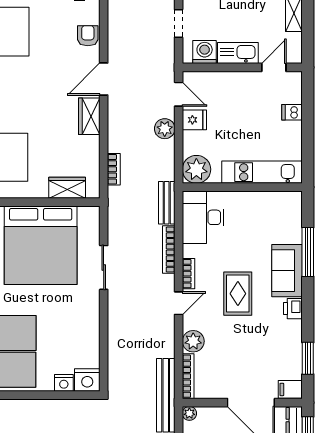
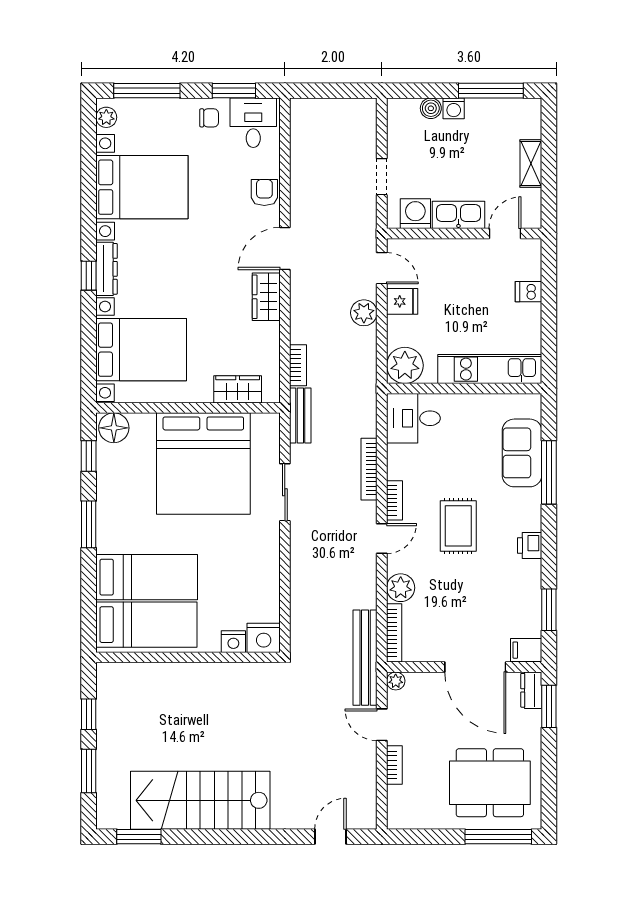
bench: (167, 203) -> (300, 416), moved
desk: (203, 217) -> (413, 418), width x0.73
sofa: (287, 271) -> (522, 453), moved

